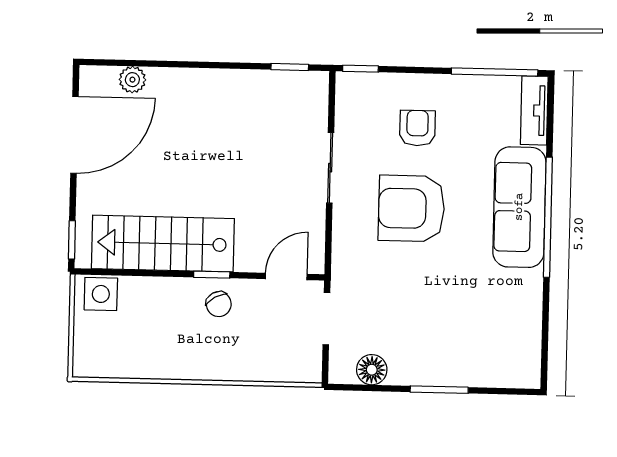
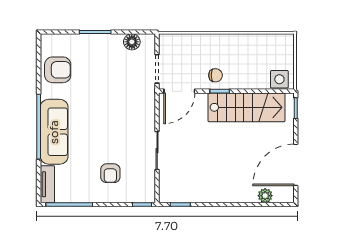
armchair: (411, 208) -> (58, 70), moved, width x0.73, depth x0.73
door: (286, 276) -> (179, 91), width x1.38
chair: (219, 304) -> (215, 75), turned 120

